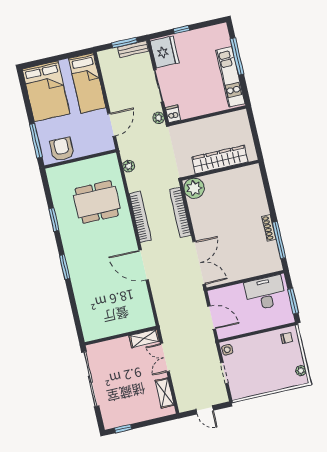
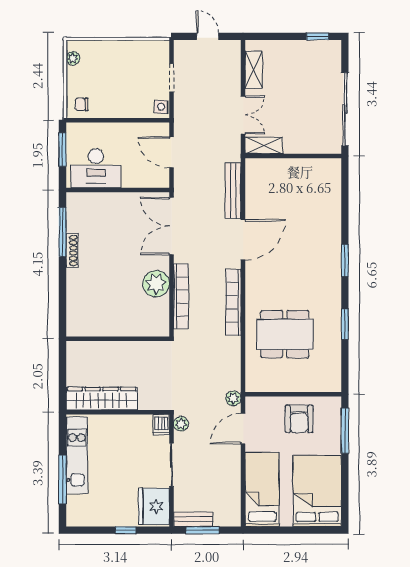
armchair: (62, 149) -> (299, 419), moved
wardrobe: (220, 160) -> (102, 399), moved, turned 180
plant: (129, 166) -> (233, 398), moved
plant: (194, 188) -> (156, 284), moved
door: (144, 265) -> (243, 240), hinge flipped
bench: (159, 300) -> (233, 191), added

